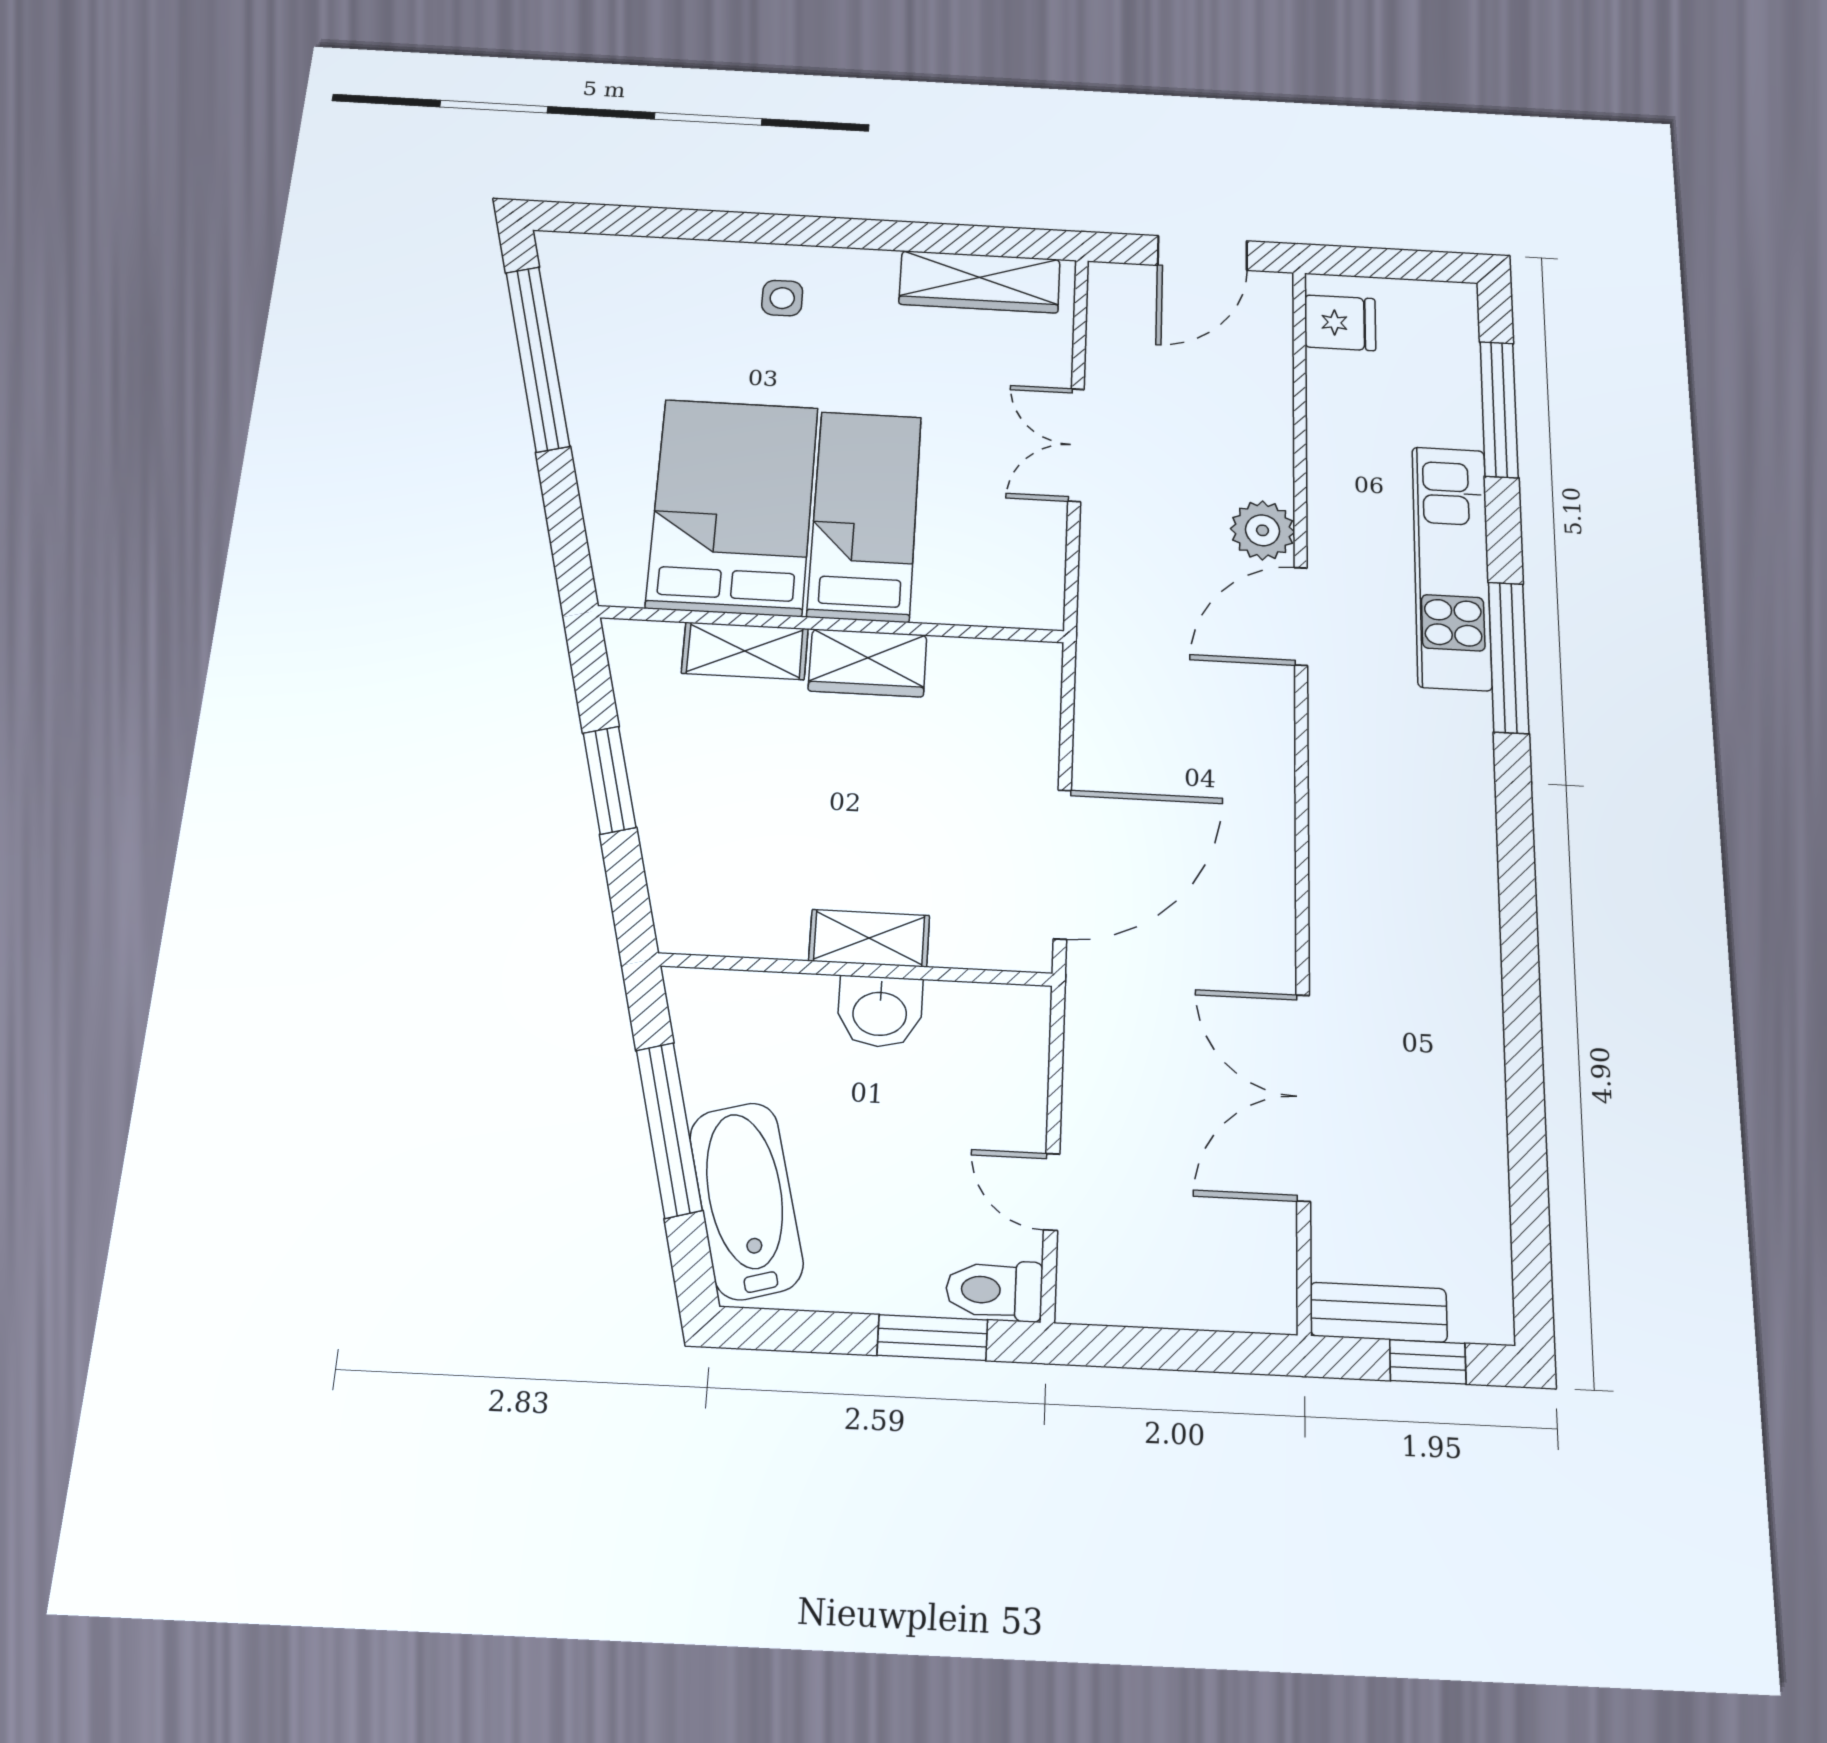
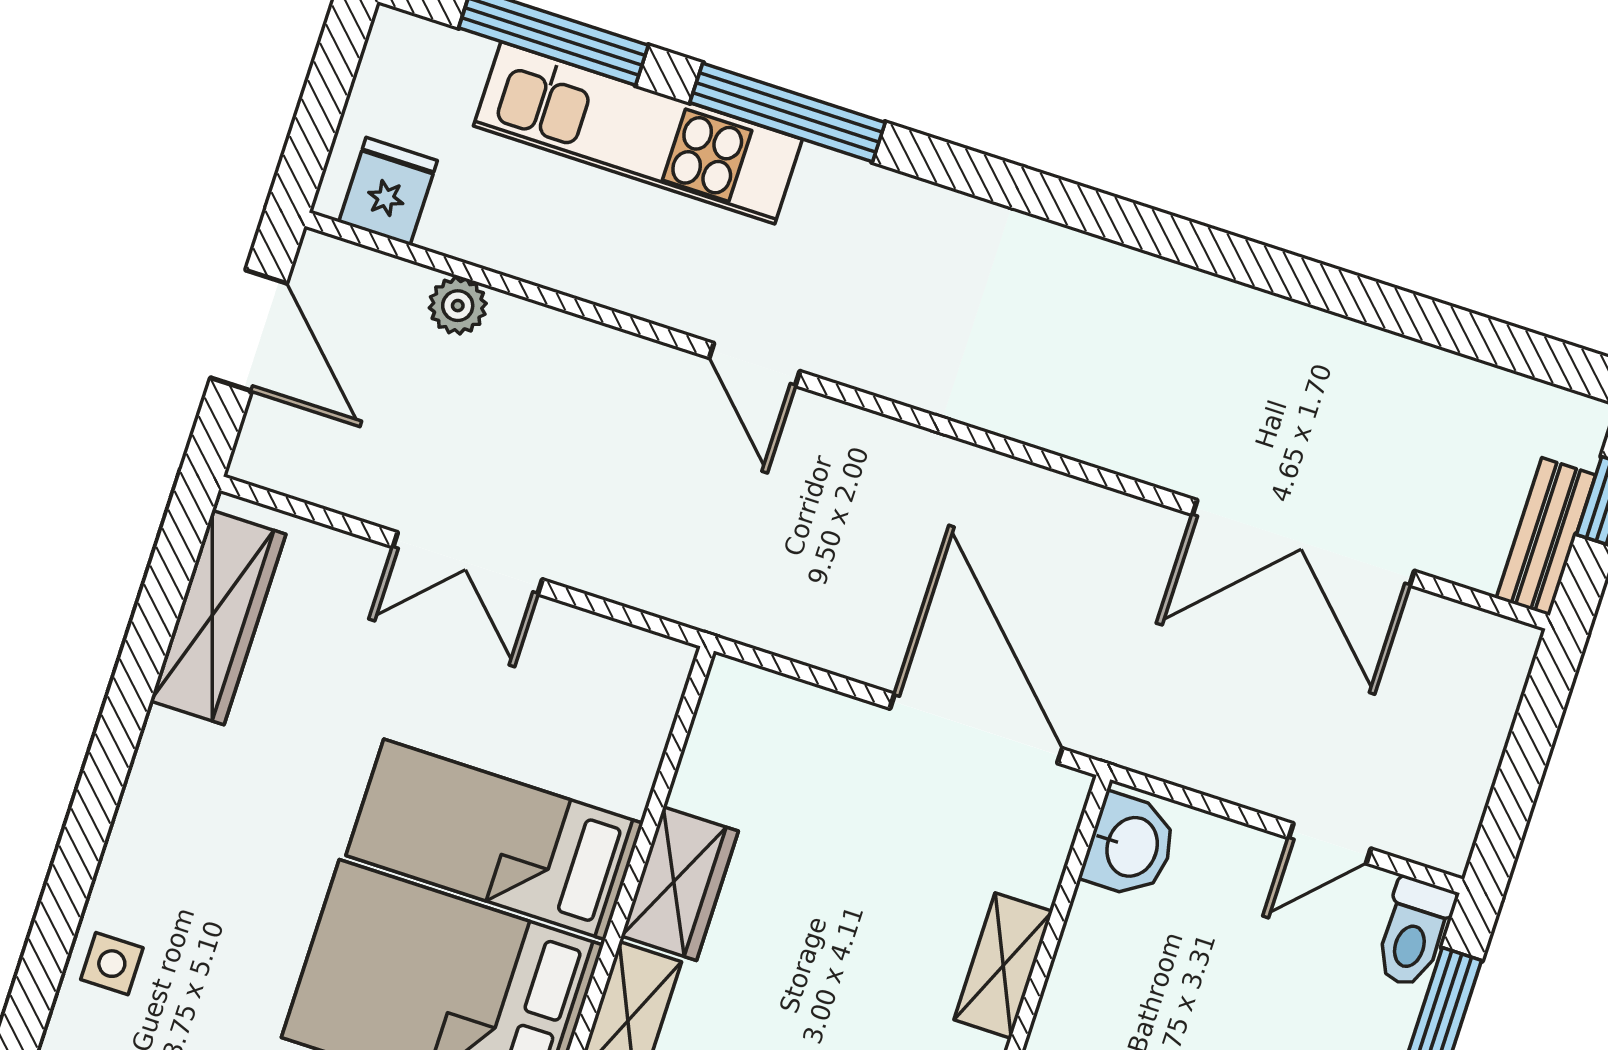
side table: (782, 298) -> (112, 964), moved
plant: (1263, 530) -> (458, 306), moved, width x0.73, depth x0.73
kitchen unit: (1452, 567) -> (638, 133), moved
door: (1301, 616) -> (754, 365), width x0.73
window: (1508, 657) -> (788, 113), moved
washbasin: (880, 1012) -> (1130, 846), moved

